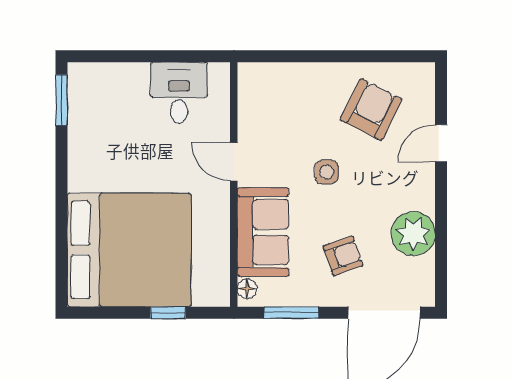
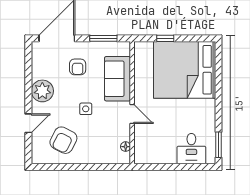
desk: (179, 93) -> (191, 149), moved
plant: (413, 234) -> (42, 91), moved
armchair: (343, 256) -> (78, 67), turned -71
floor lamp: (247, 289) -> (126, 147), moved

